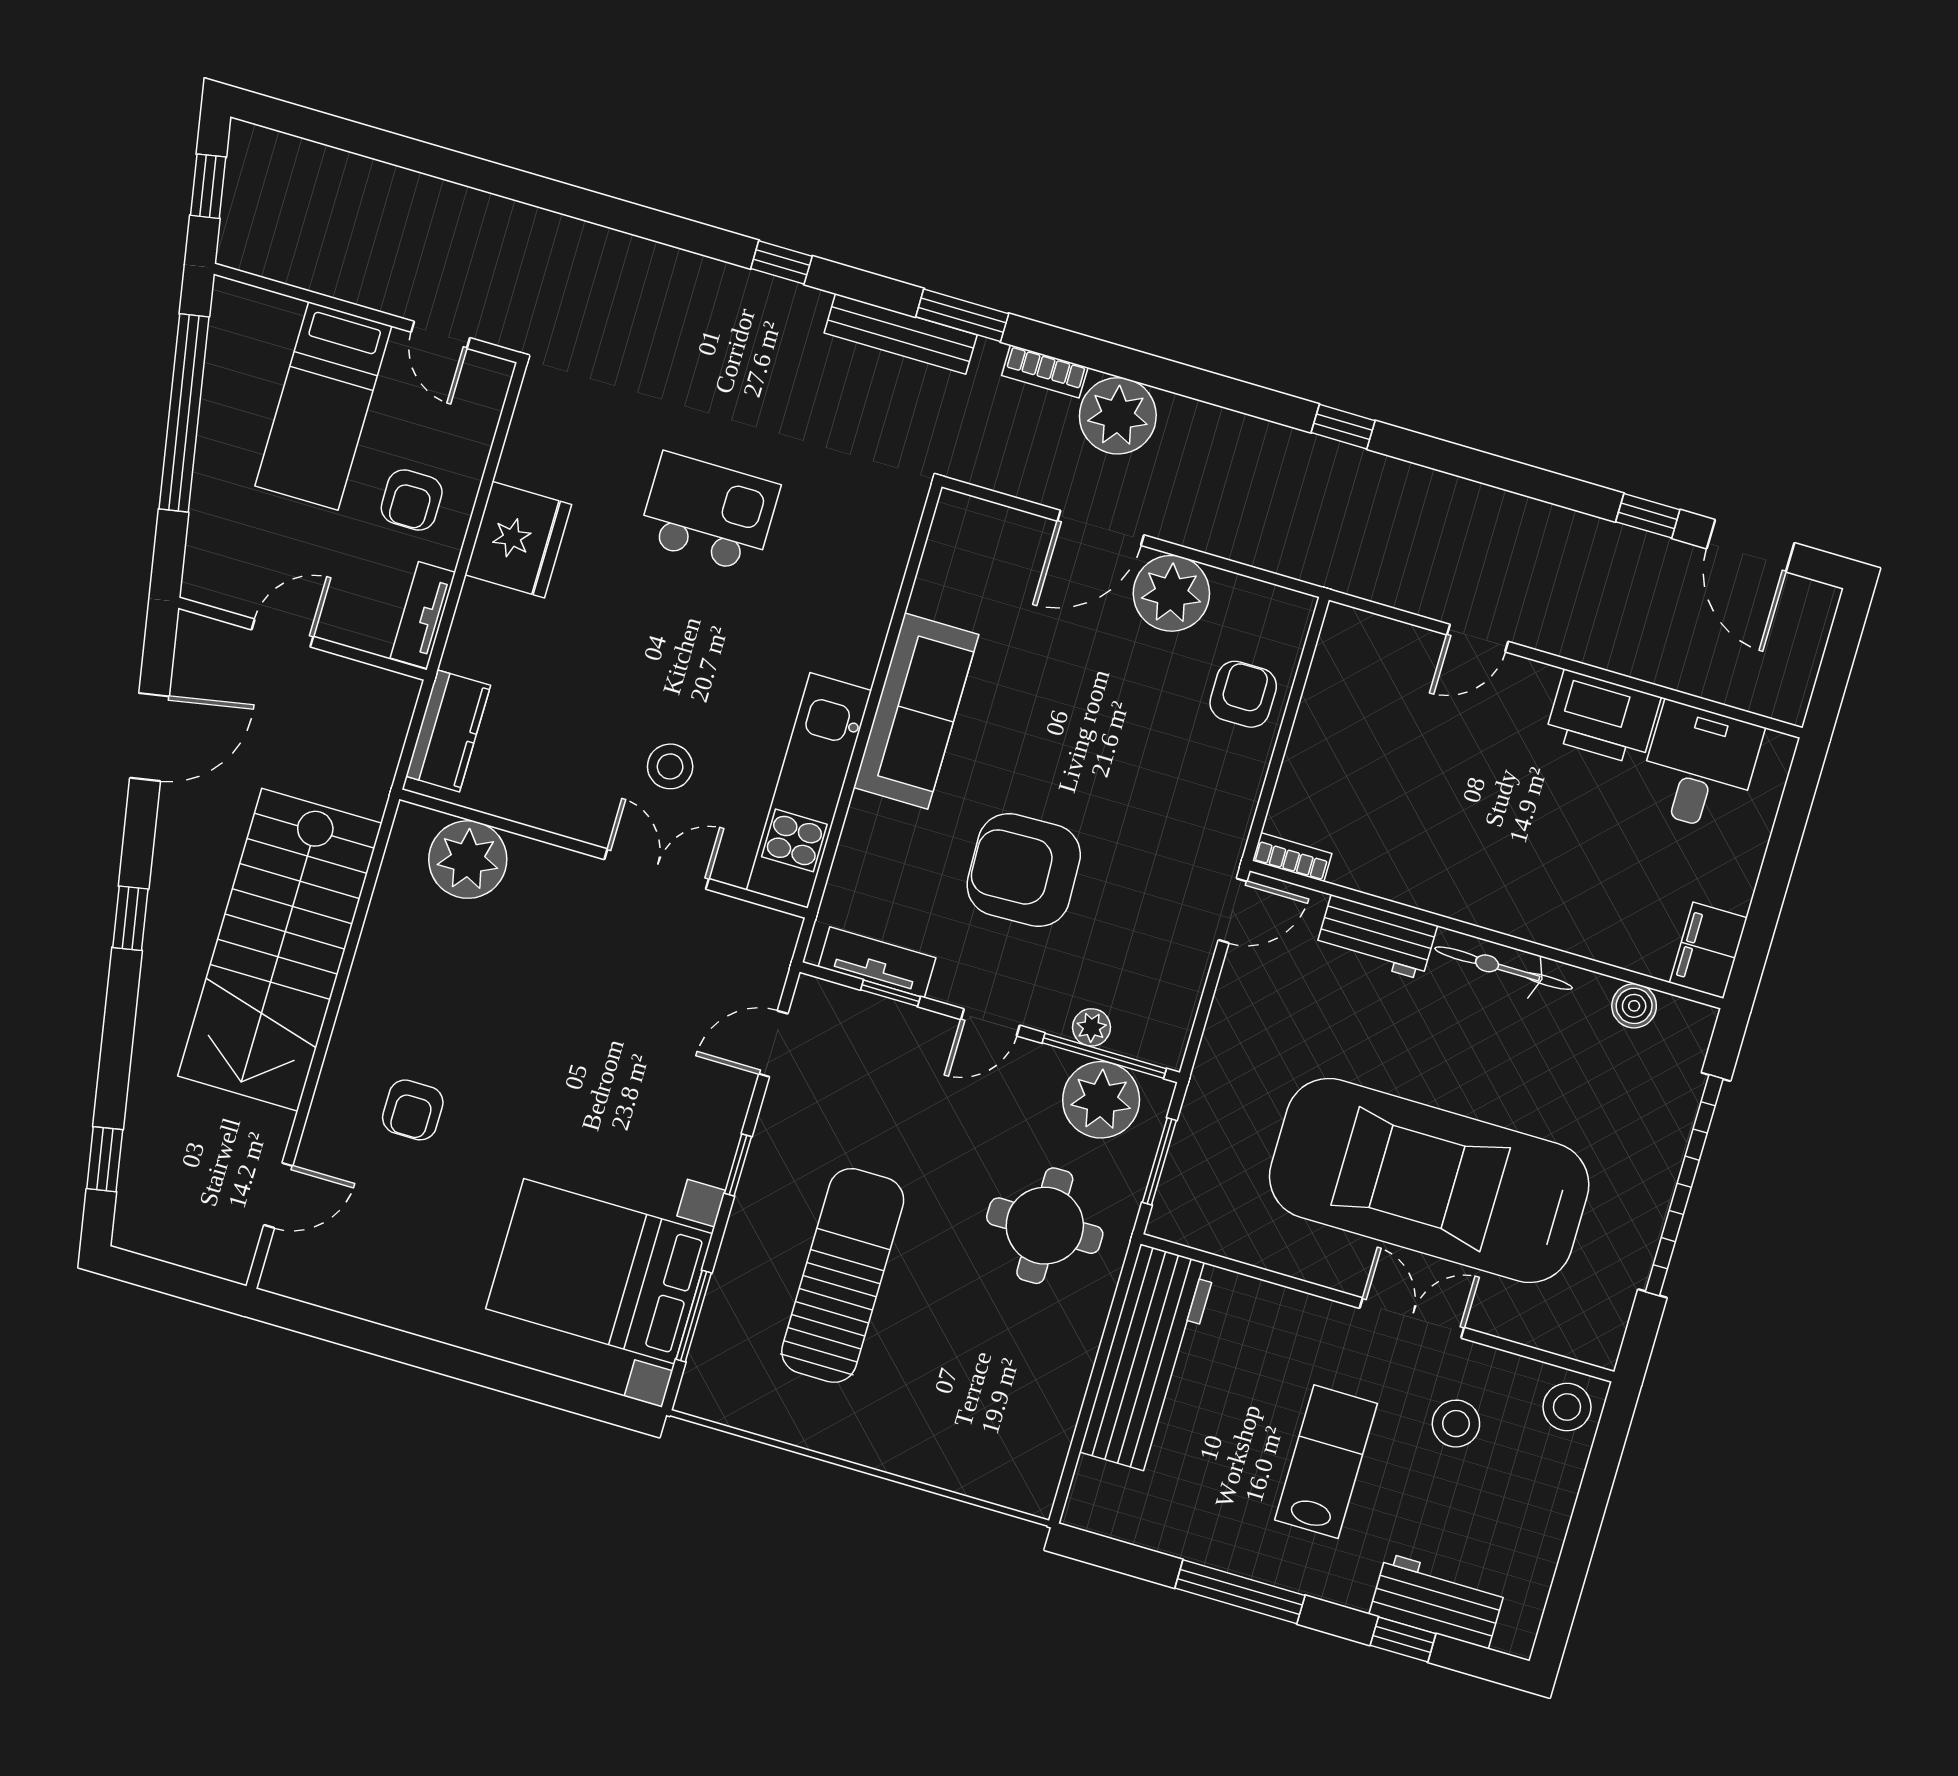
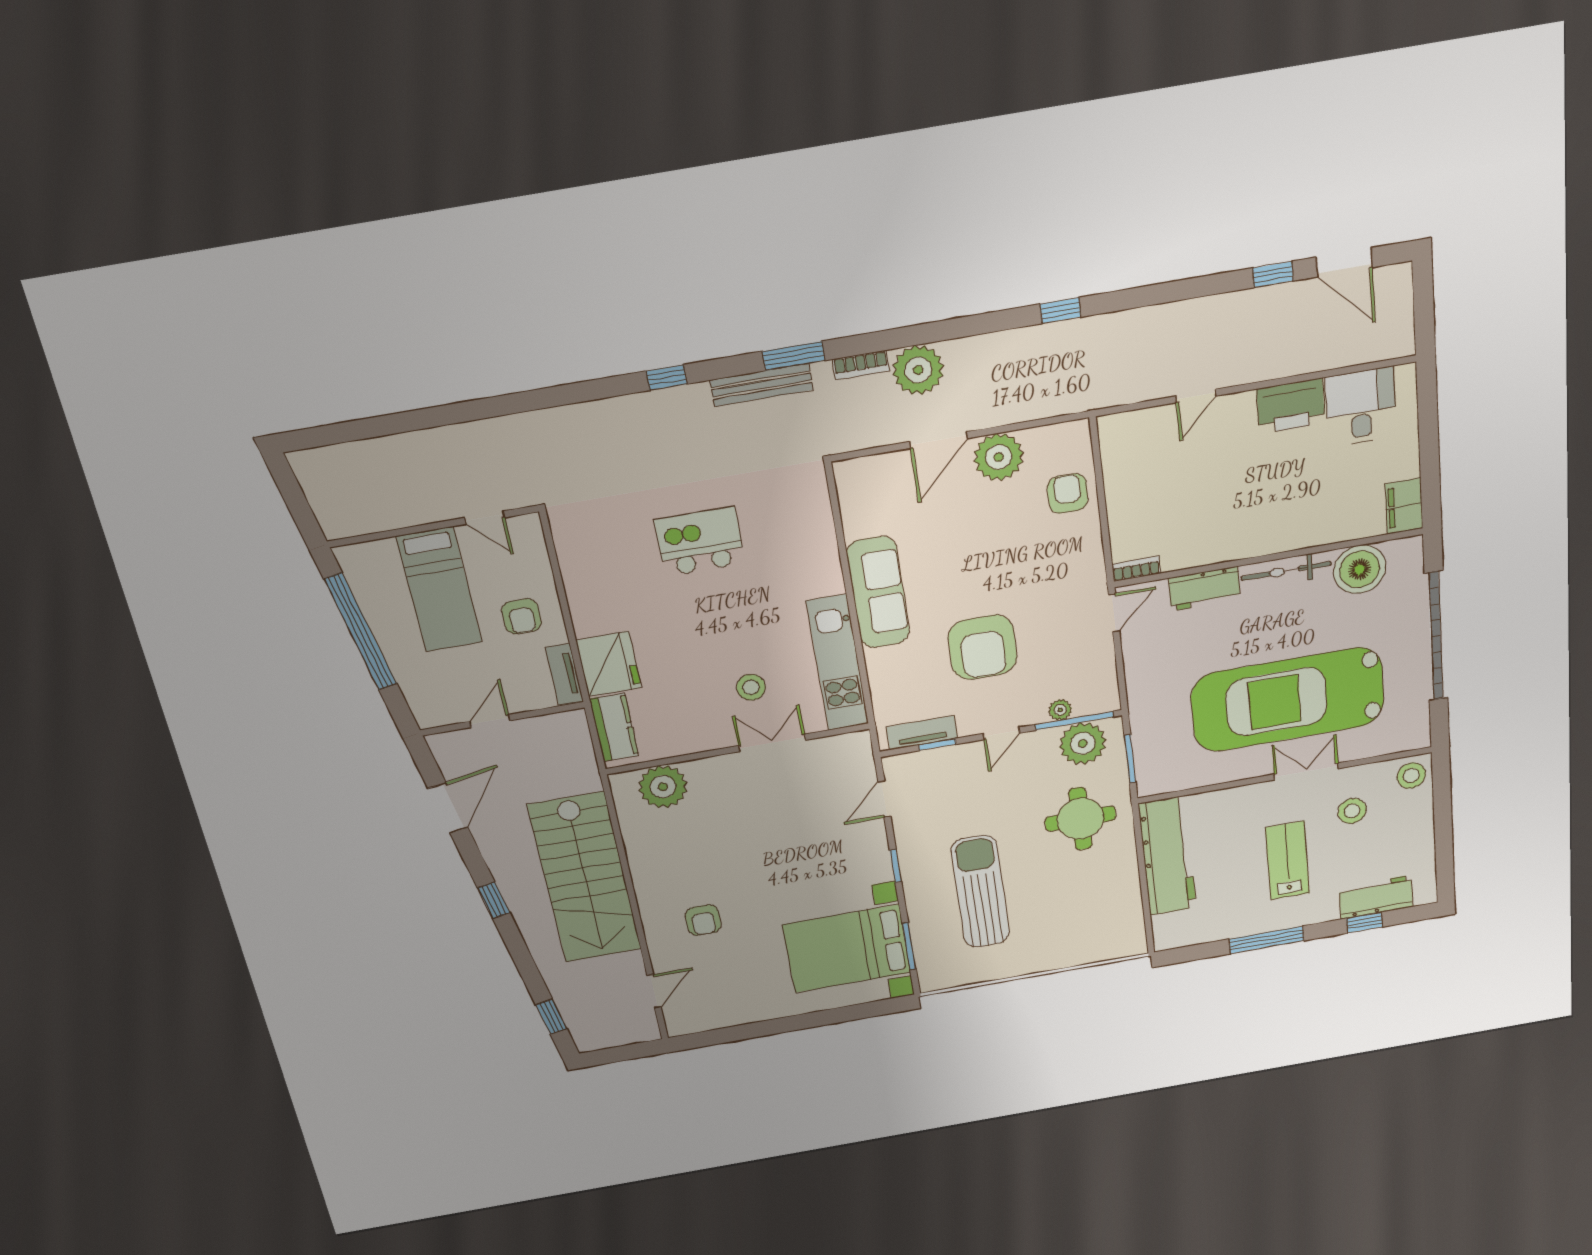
window: (208, 186) -> (295, 499), removed
fridge: (518, 540) -> (609, 664), moved
armchair: (1024, 870) -> (983, 647), turned -88
boiler: (1634, 1006) -> (1360, 569), width x1.86, depth x1.86

